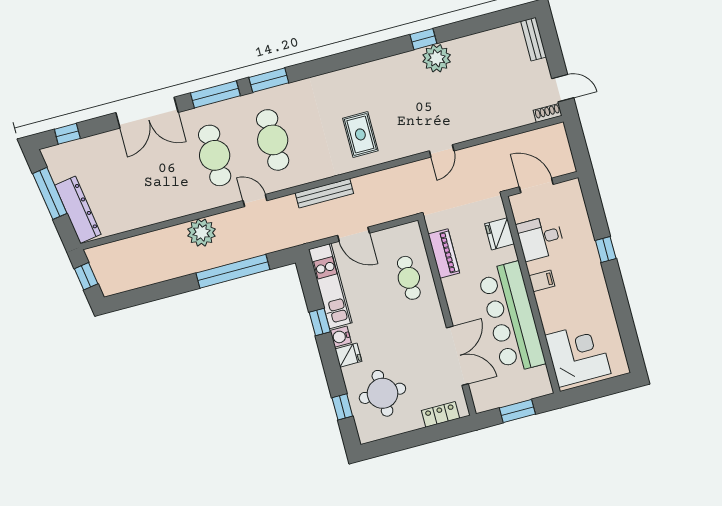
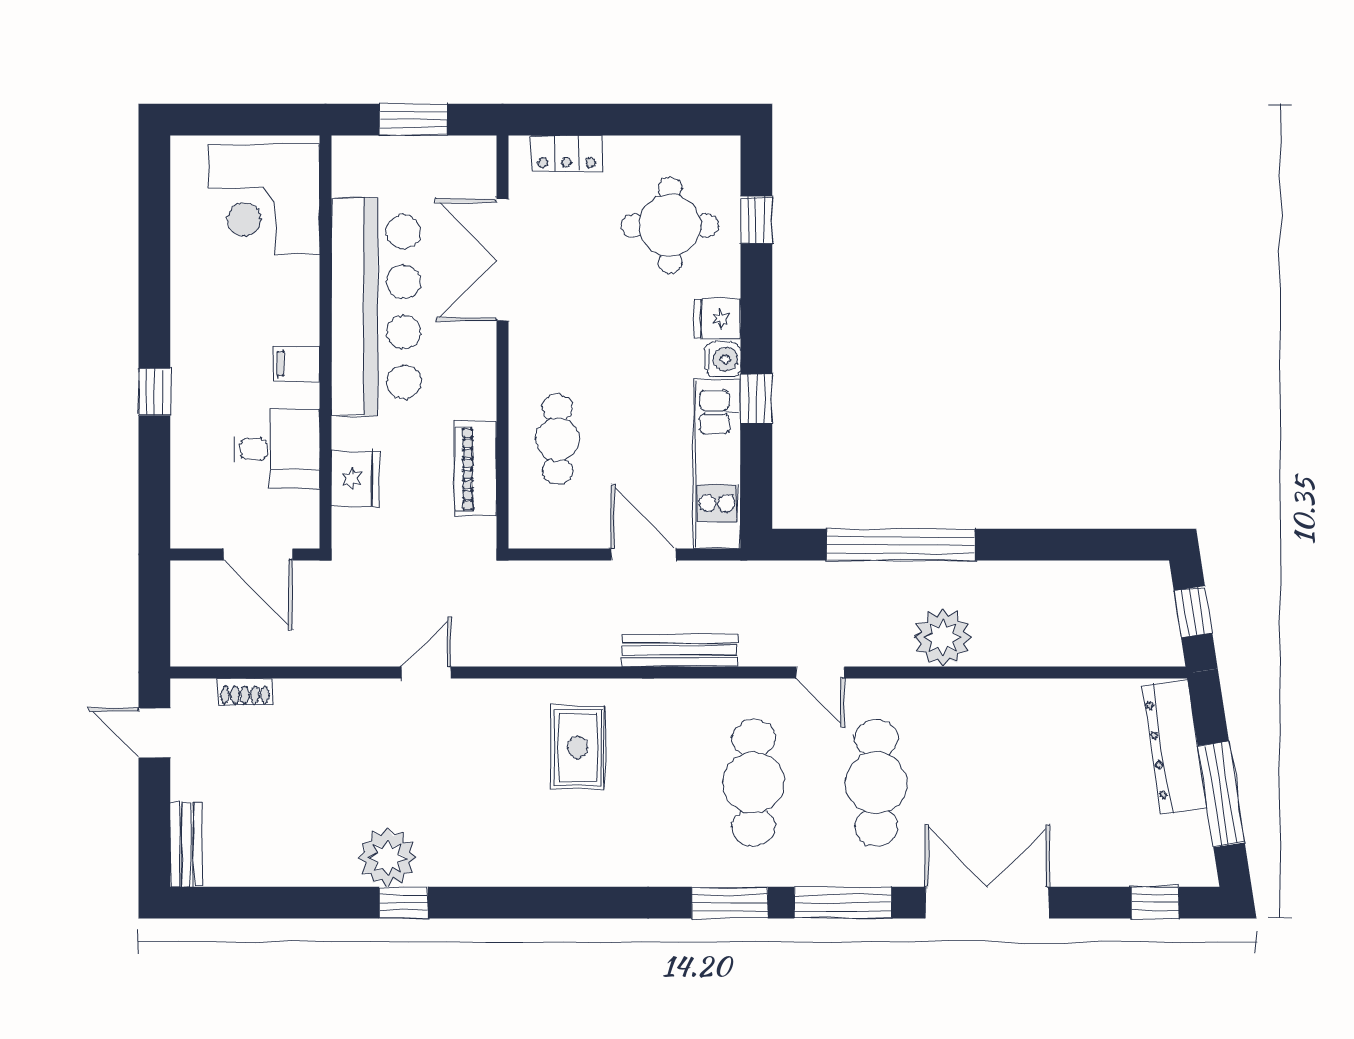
shoe rack: (548, 113) -> (245, 692), moved

